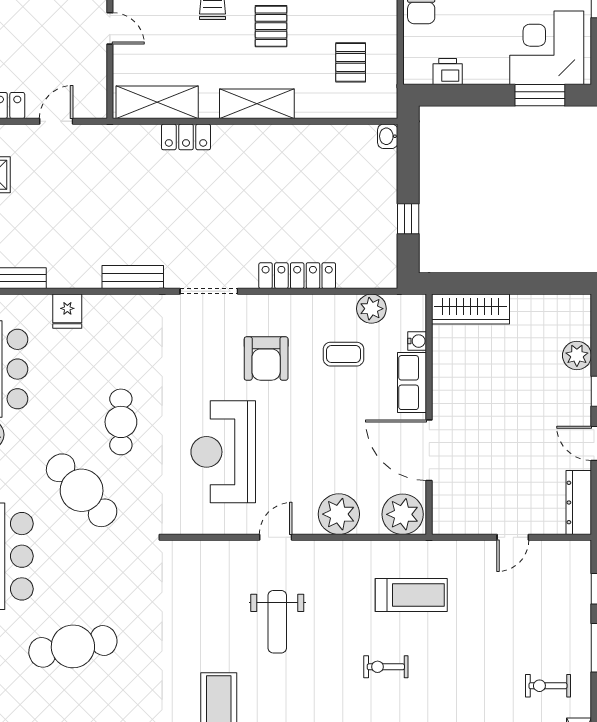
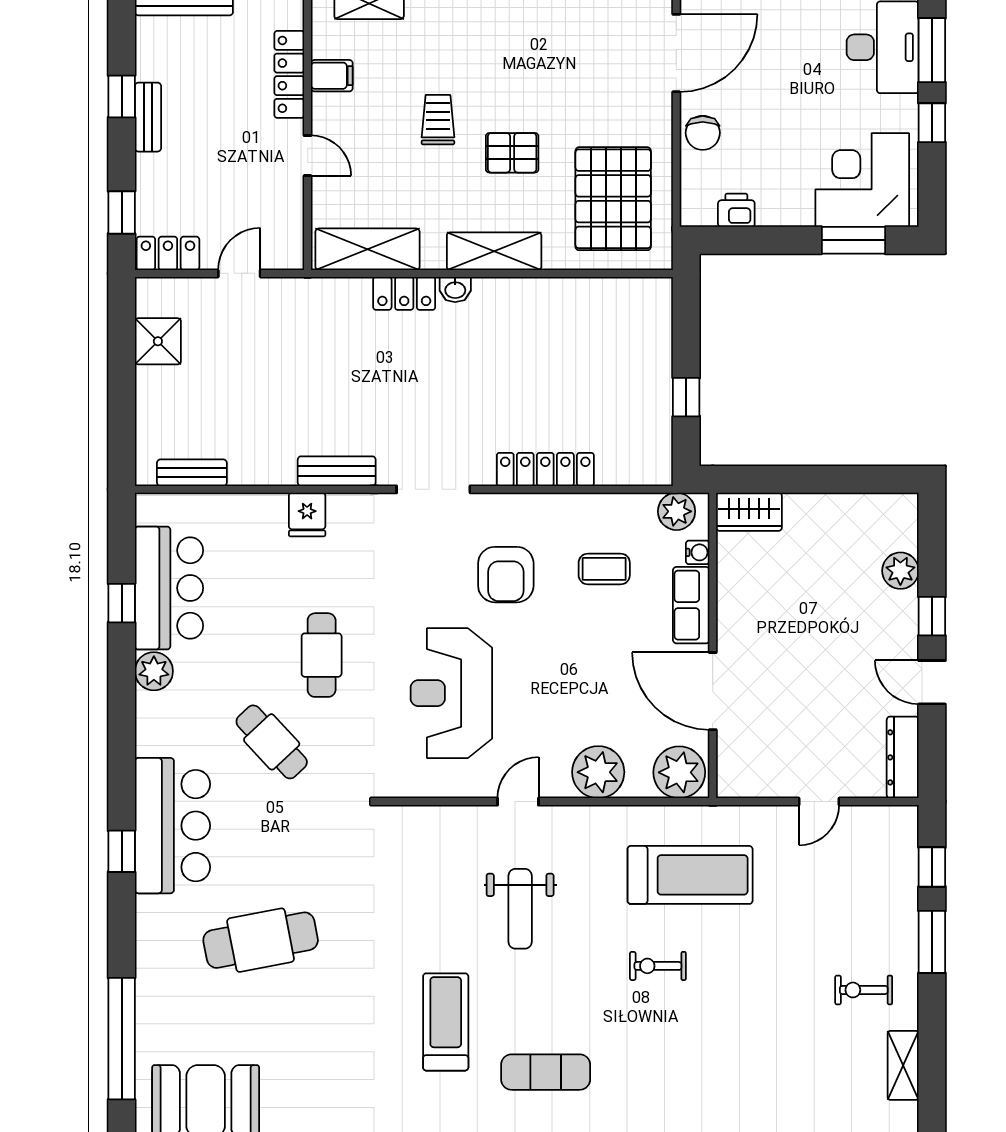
pallet: (271, 26) -> (512, 153), turned 90
pallet: (351, 62) -> (613, 199), width x2.05, depth x2.00
washbasin: (388, 136) -> (455, 289), moved, turned -90
plant: (371, 309) -> (677, 511), moved
wardrobe: (471, 309) -> (749, 512), width x0.67
fridge: (67, 311) -> (307, 515), moved
cafe table: (82, 490) -> (272, 742), width x0.73, depth x0.74
treadmill: (411, 595) -> (690, 875), width x1.37, depth x1.38

